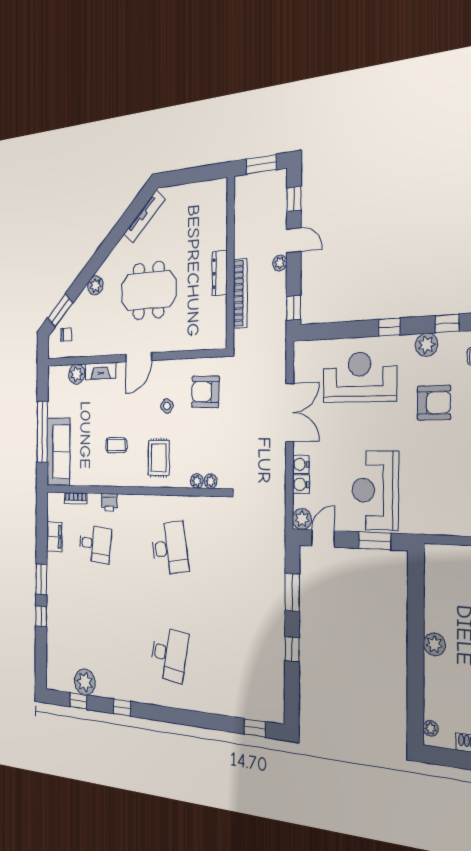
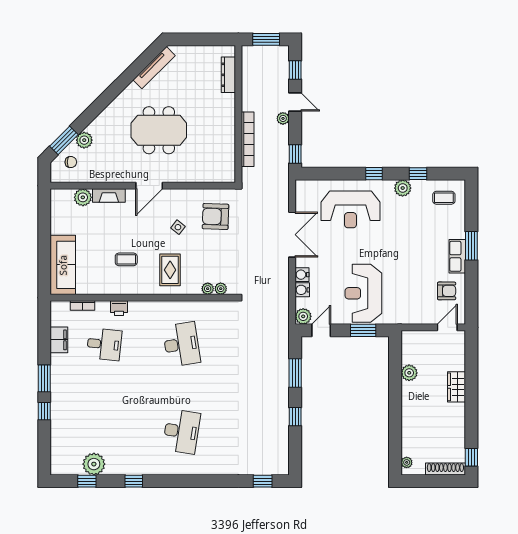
dresser: (220, 273) -> (228, 75), moved
plant: (95, 285) -> (84, 140), moved
reception desk: (359, 377) -> (350, 209), turned 180
armchair: (434, 403) -> (408, 230), removed
window: (42, 432) -> (44, 247), removed
plant: (434, 644) -> (409, 373), moved

